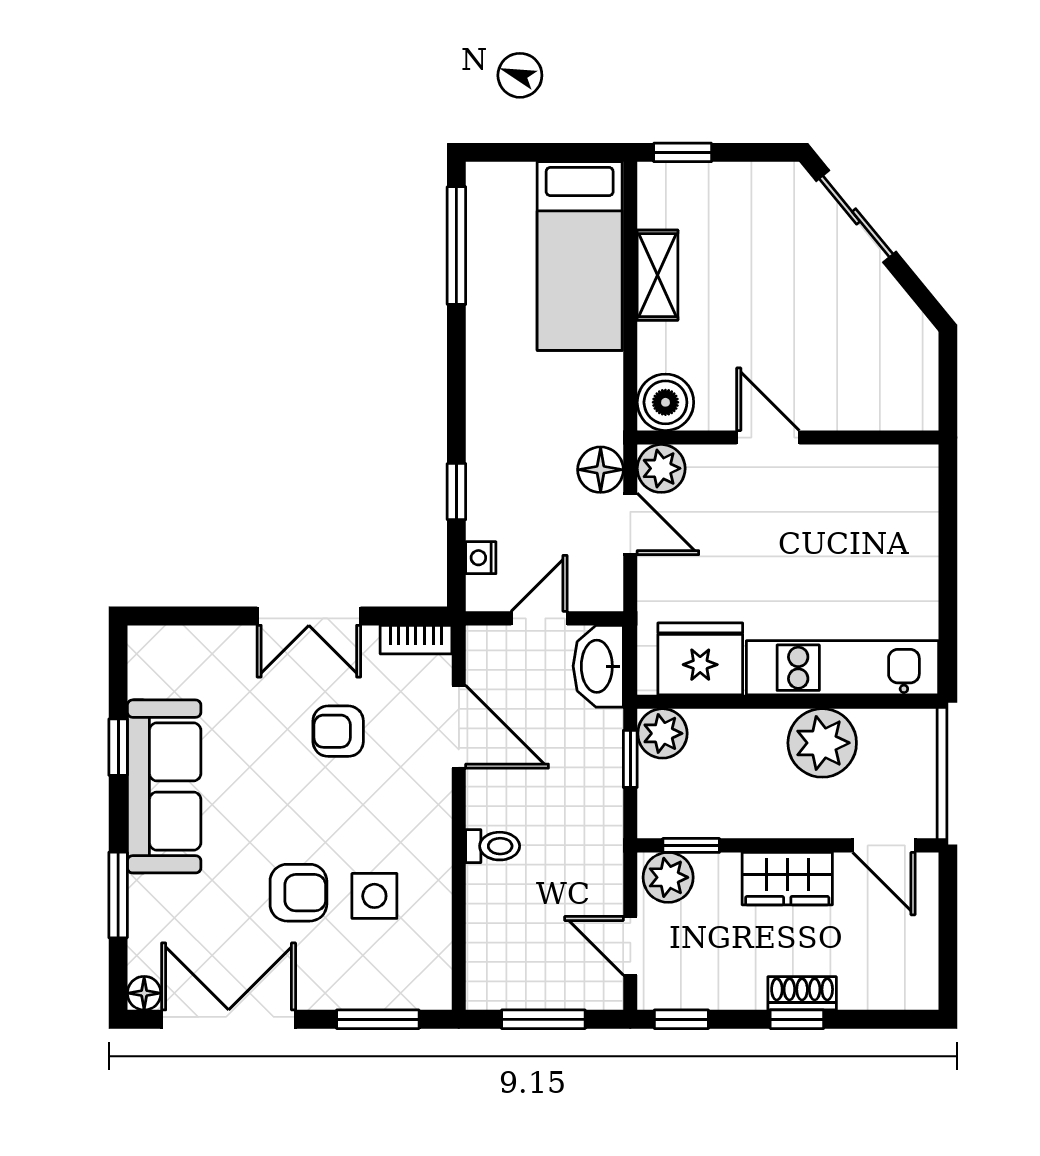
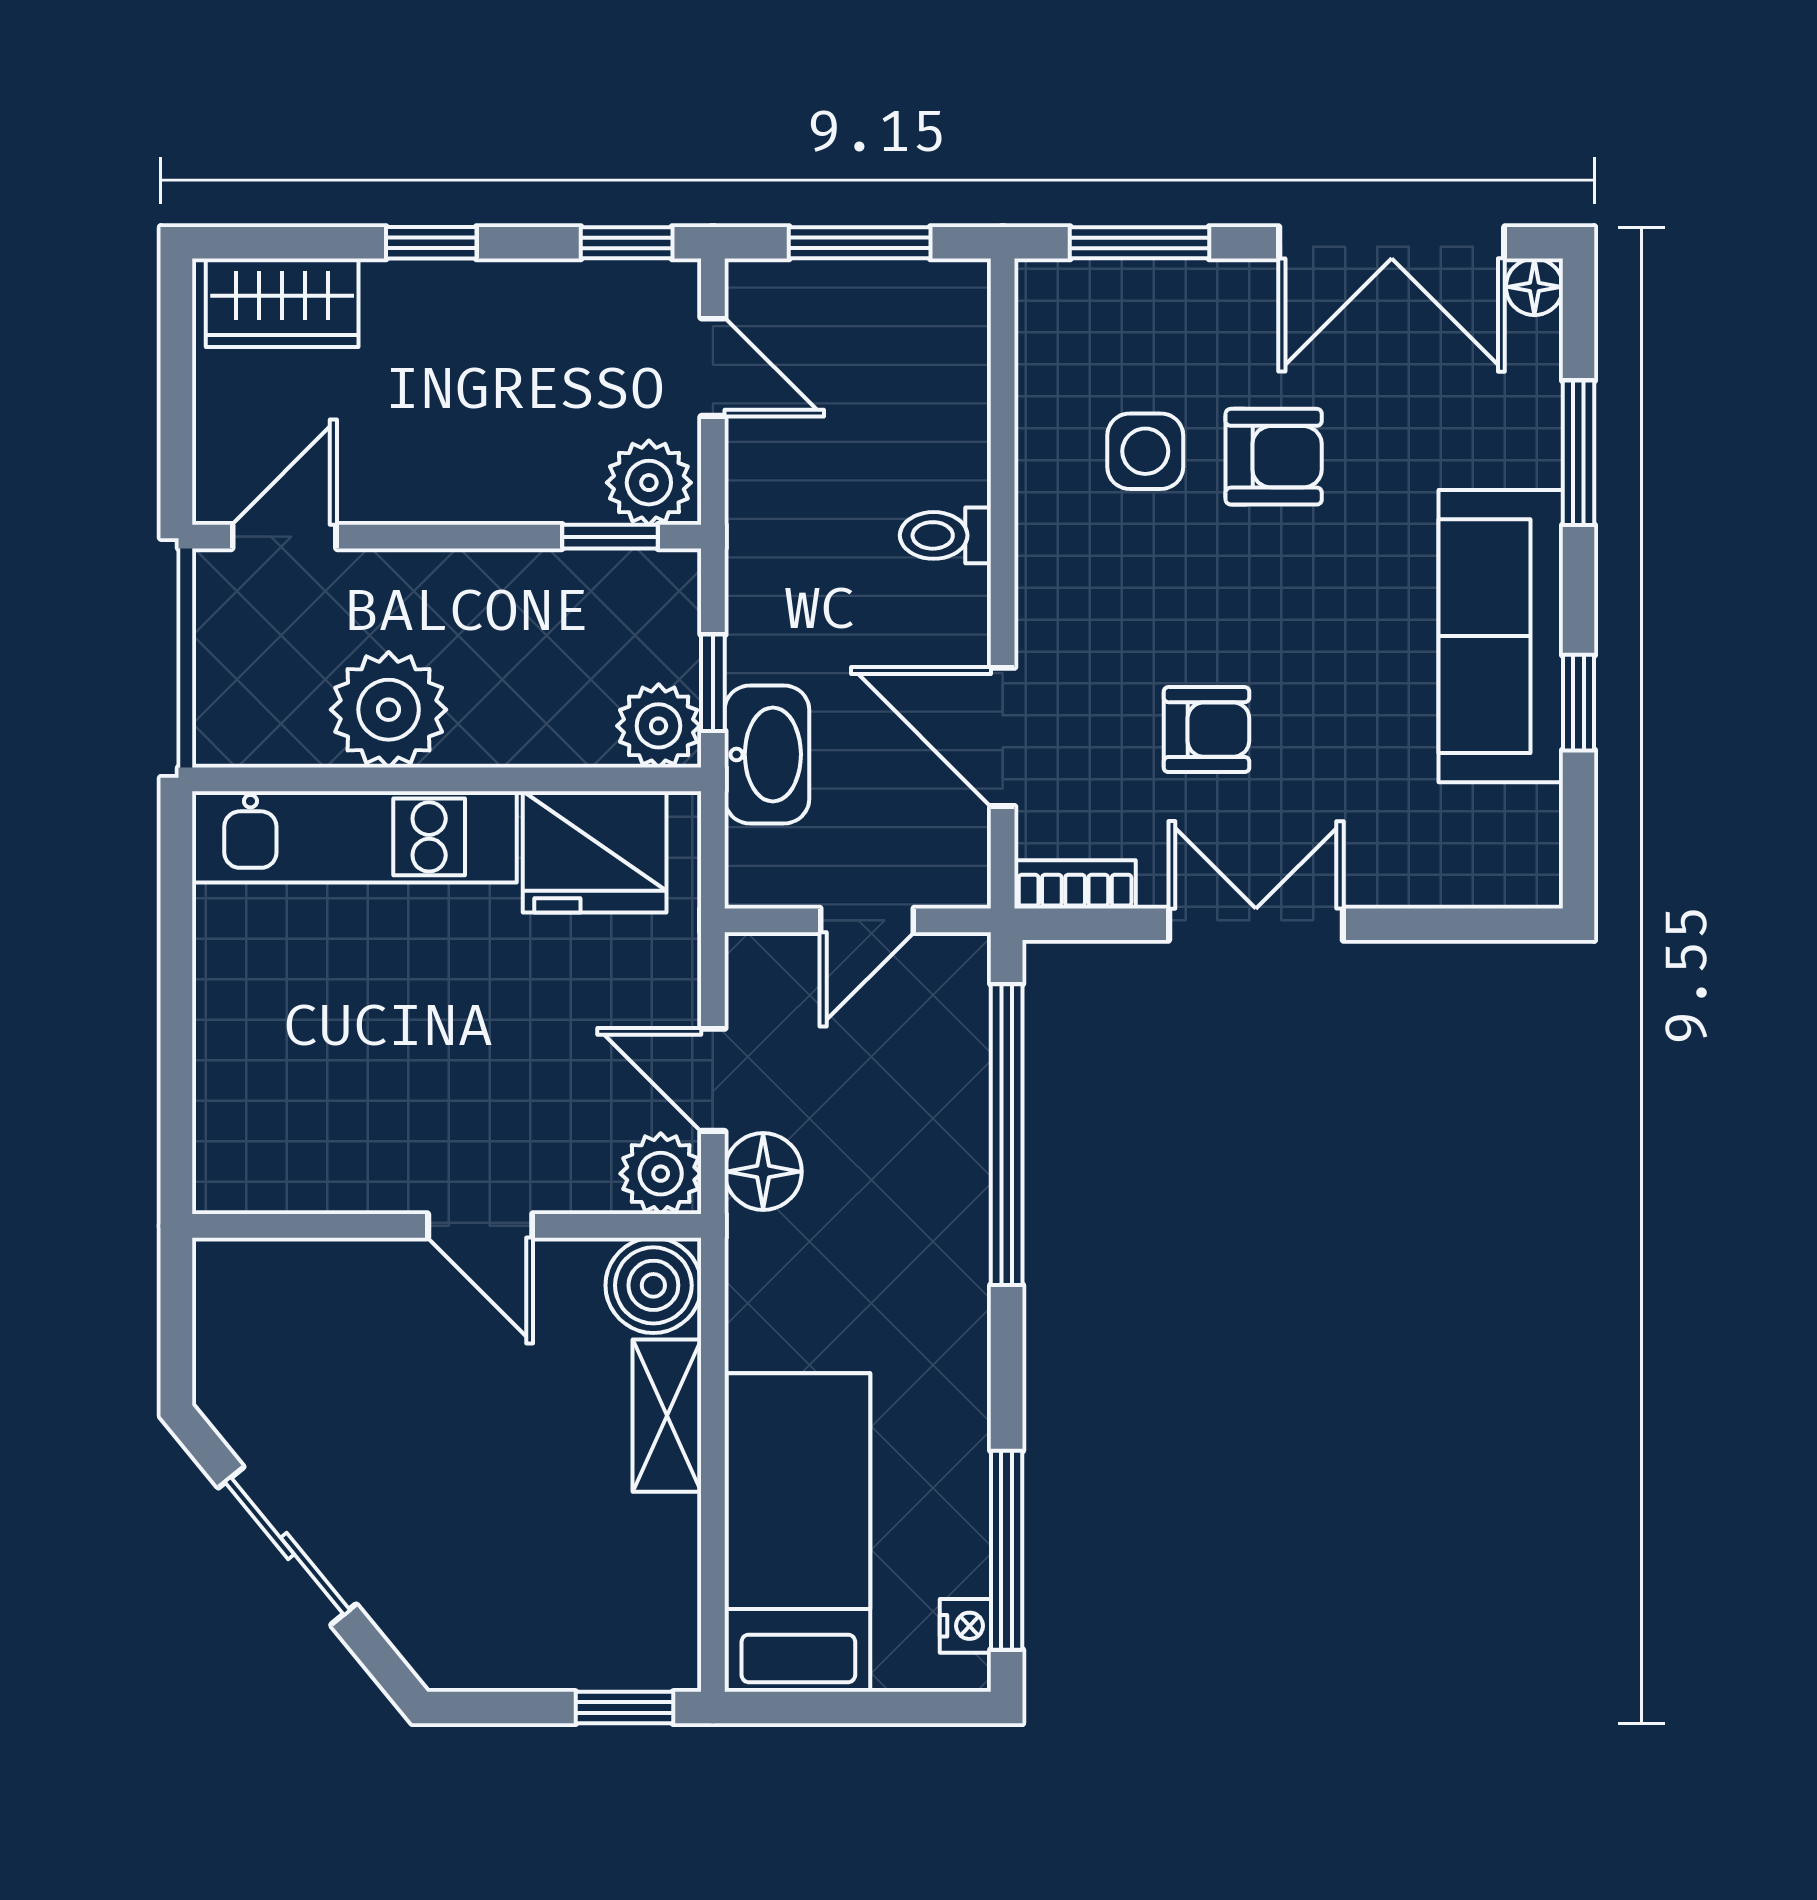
sliding door: (856, 216) -> (287, 1546), moved
shelving: (658, 275) -> (667, 1416), moved
window: (456, 492) -> (1007, 1135), width x3.17
nightstand: (481, 558) -> (965, 1626), moved
washbasin: (598, 666) -> (767, 754), moved
door: (884, 845) -> (284, 537), hinge flipped
wardrobe: (787, 879) -> (282, 303), moved, turned 180
armchair: (298, 893) -> (1274, 457), turned 180
shoe rack: (802, 993) -> (423, 287), removed

